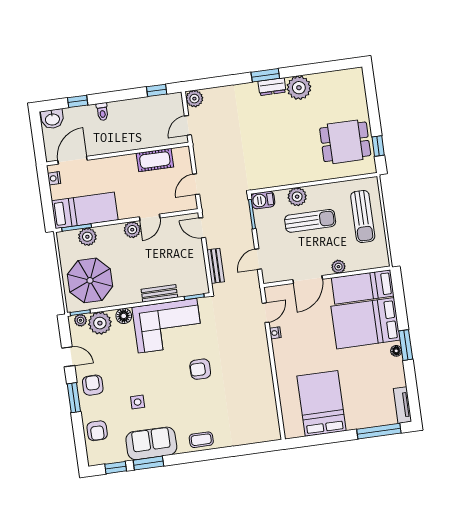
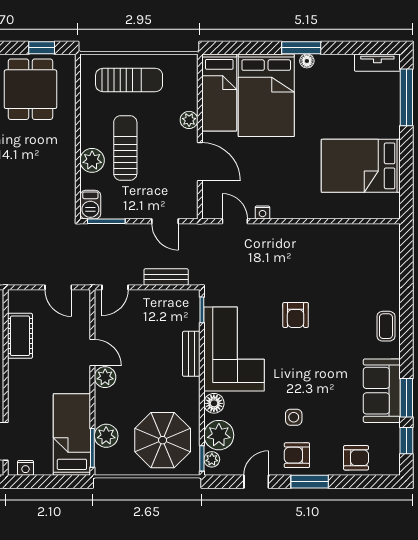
side table: (138, 402) -> (294, 417), moved

